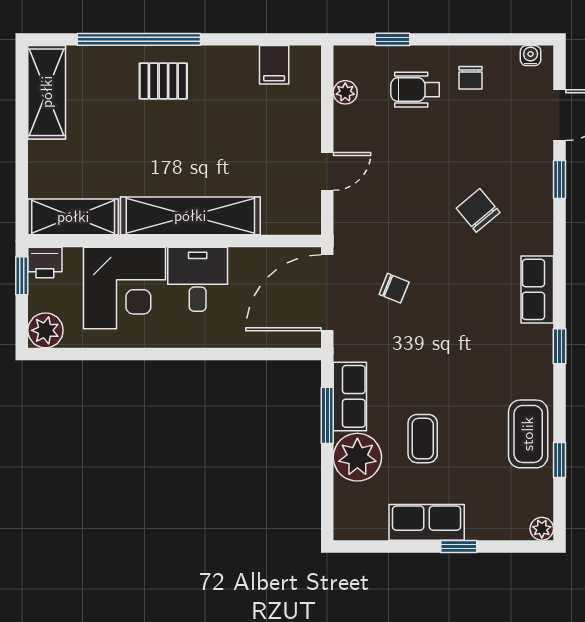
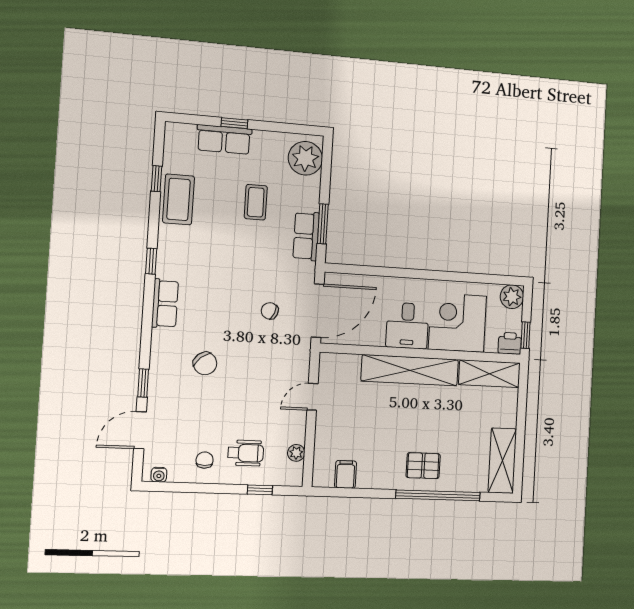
plant: (357, 457) -> (305, 158), moved
row of seats: (427, 522) -> (224, 139), moved
plant: (542, 529) -> (173, 130), removed

